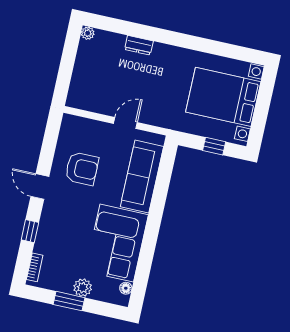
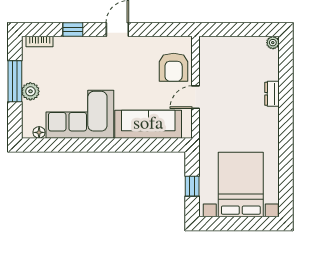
door: (125, 123) -> (196, 97), swing flipped
armchair: (82, 169) -> (174, 67), moved
window: (69, 301) -> (15, 81), width x1.44

